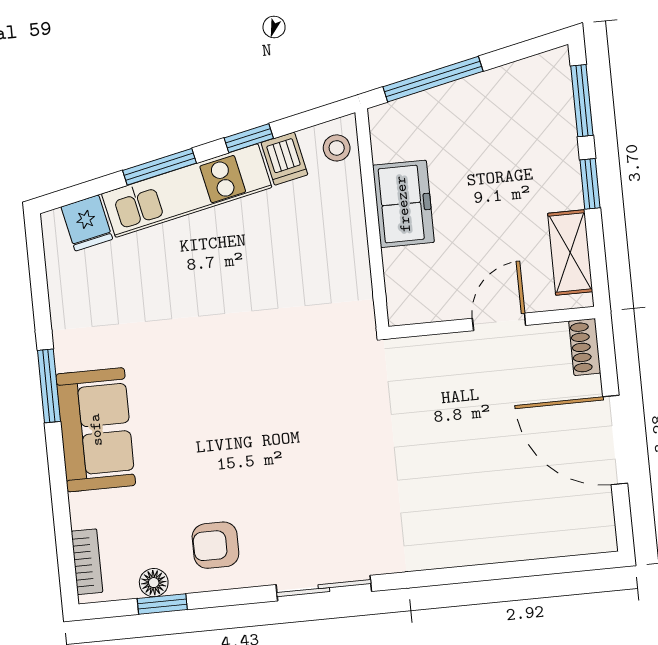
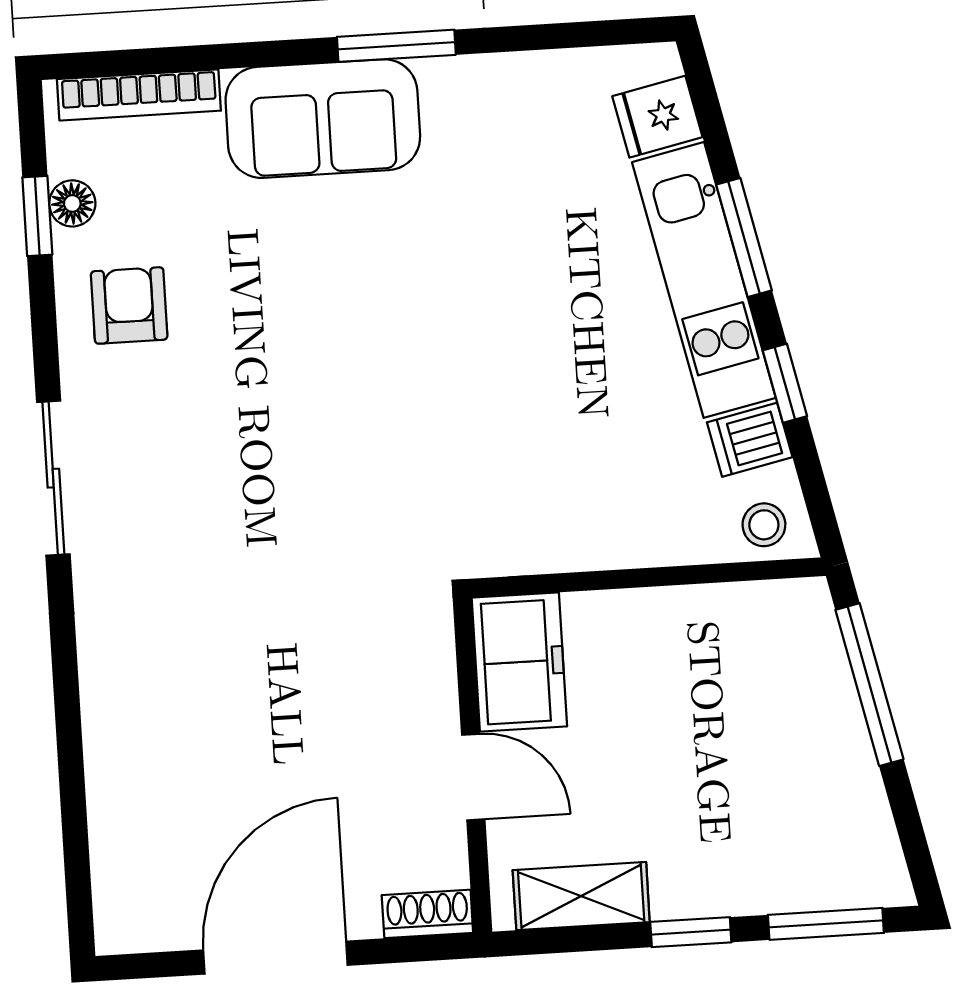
freezer: (403, 204) -> (519, 662), moved, turned -90
bookcase: (87, 562) -> (139, 95), width x1.56

